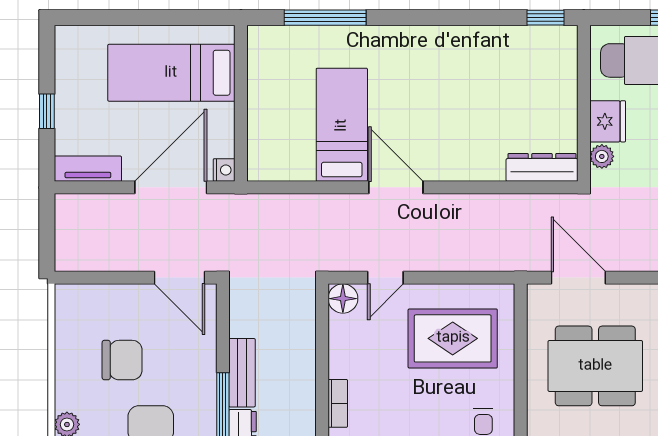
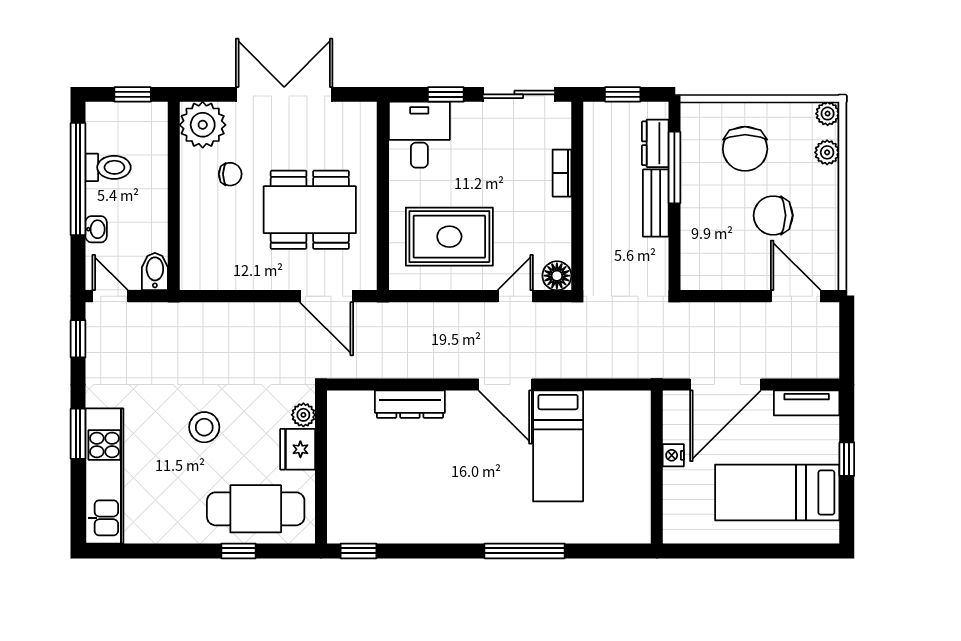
window: (325, 18) -> (525, 551), moved
bed: (171, 73) -> (777, 493), moved, turned 180
dresser: (542, 167) -> (410, 404), moved
nightstand: (224, 170) -> (673, 455), moved
door: (179, 278) -> (796, 296), moved

